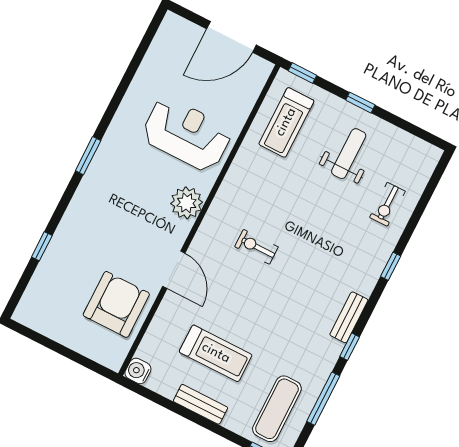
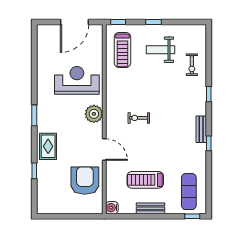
weight bench: (349, 154) -> (160, 50), turned -90
rug: (85, 218) -> (48, 146), added
treadmill: (216, 353) -> (145, 180), turned 180
window: (323, 399) -> (209, 175), removed

